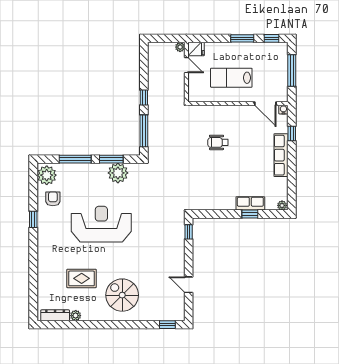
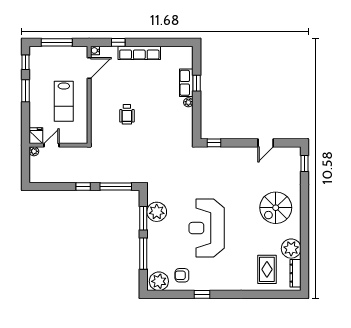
plant: (282, 205) -> (188, 102), moved
rug: (82, 278) -> (267, 269), moved
plant: (76, 316) -> (291, 249), width x1.87, depth x1.87

